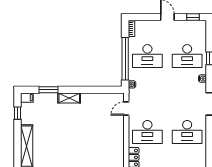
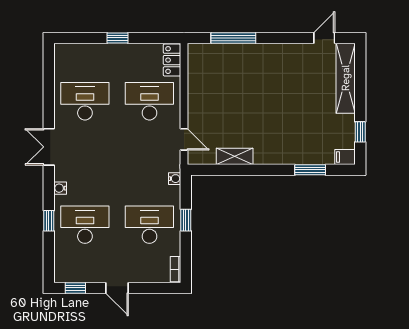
window: (125, 59) -> (186, 220), width x0.32
shelving: (69, 98) -> (235, 156), moved
door: (126, 109) -> (184, 139), hinge flipped

